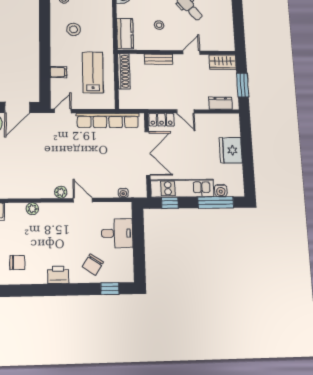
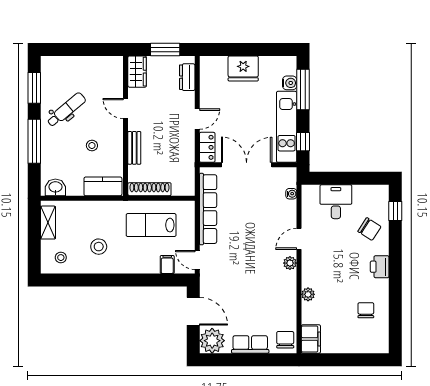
filing cabinet: (59, 72) -> (167, 265), moved

